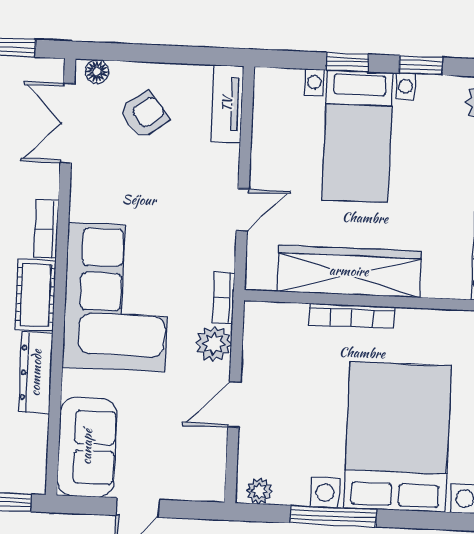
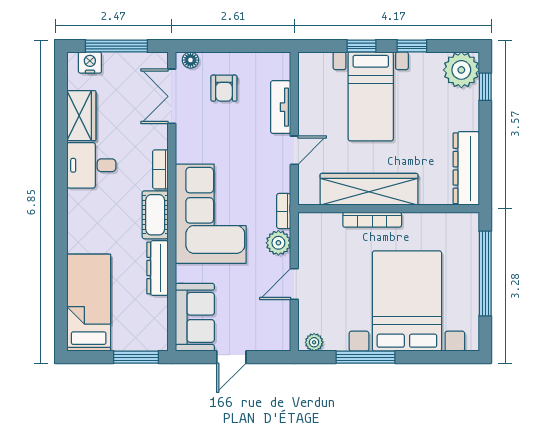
tv unit: (227, 104) -> (281, 107), moved
armchair: (144, 115) -> (224, 88), turned 127

